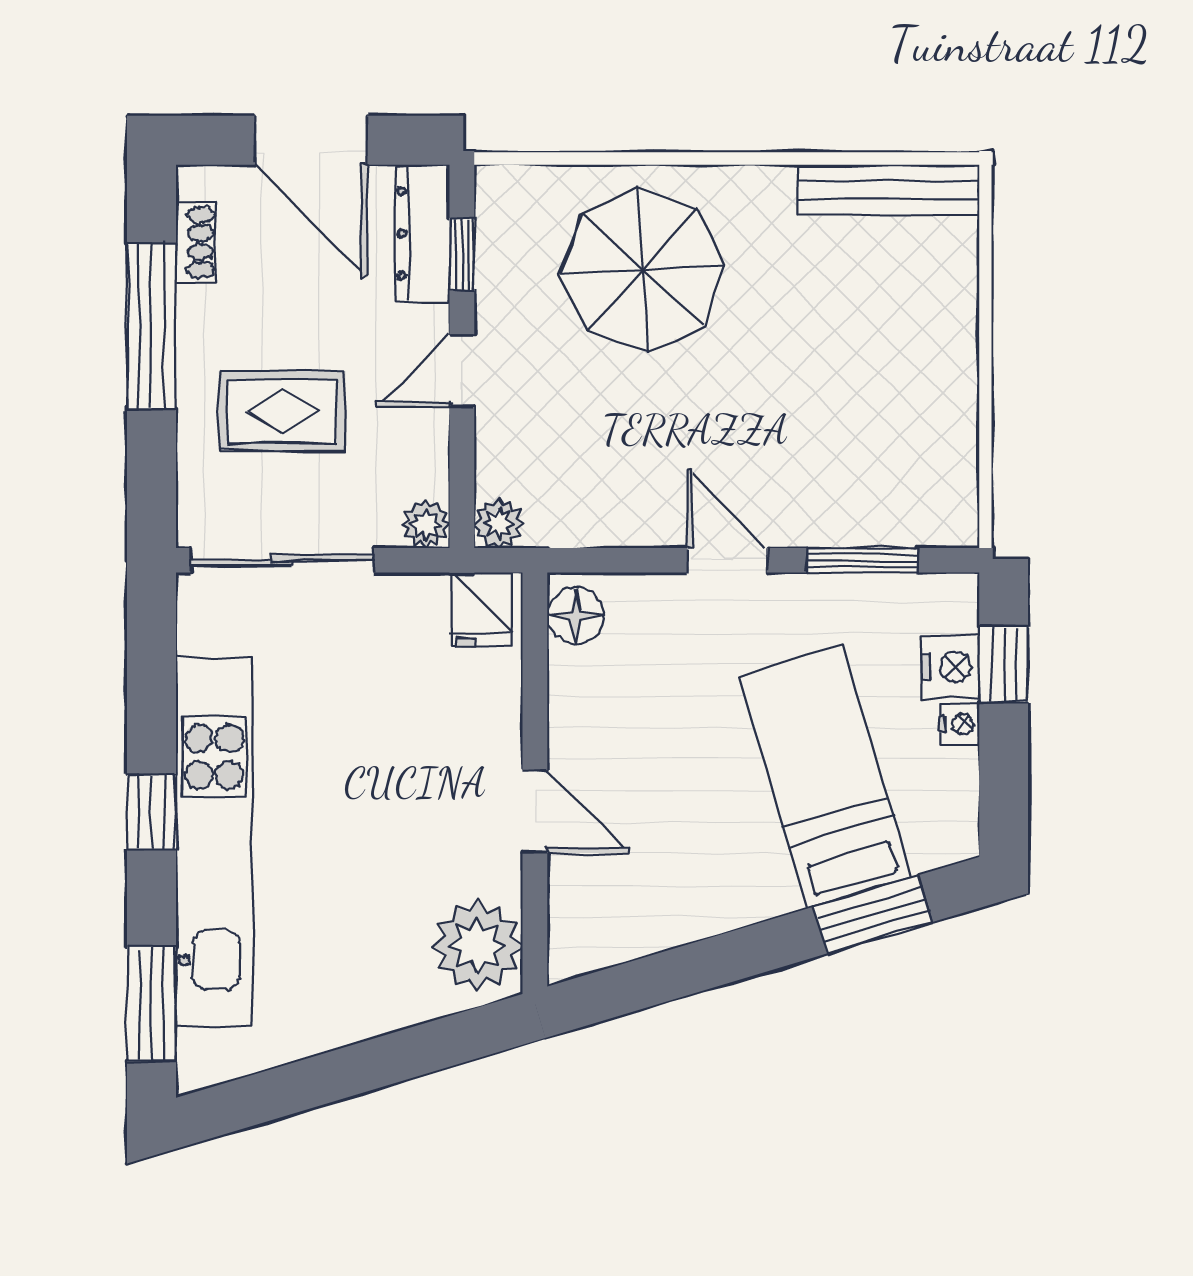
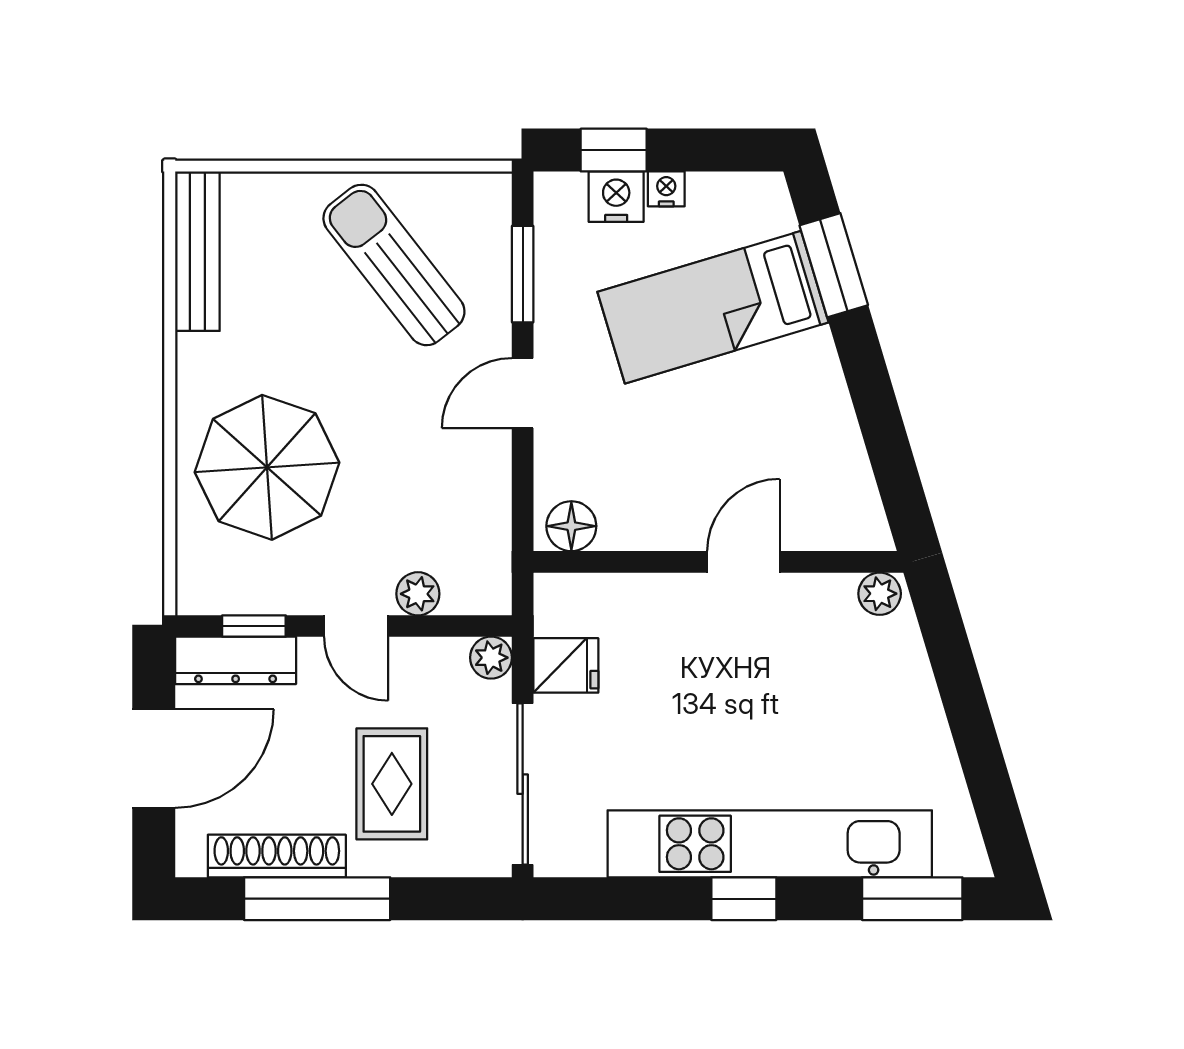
shoe rack: (195, 242) -> (277, 856), width x1.94, depth x1.24
sun lounger: (873, 414) -> (394, 265), added
plant: (499, 524) -> (418, 594), moved
fridge: (482, 609) -> (566, 665), moved
plant: (478, 946) -> (880, 594), width x0.53, depth x0.53

